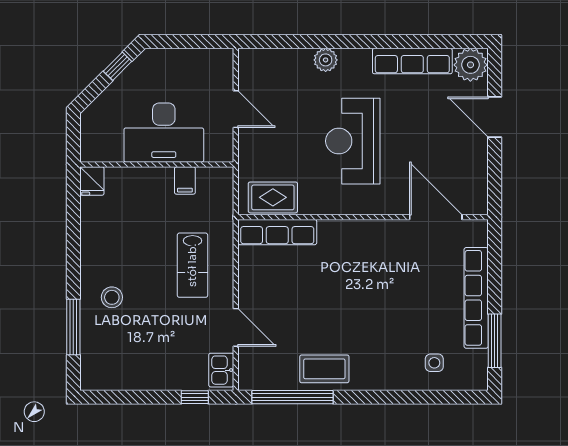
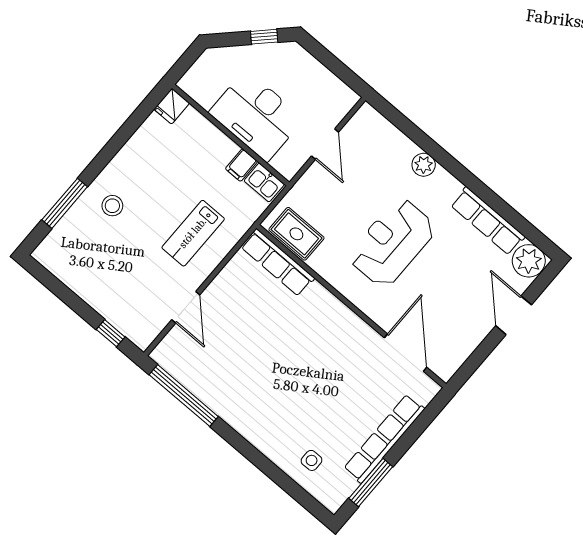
coffee table: (324, 369) -> (225, 395), removed
kitchen sink: (221, 370) -> (264, 182), moved, turned -90

